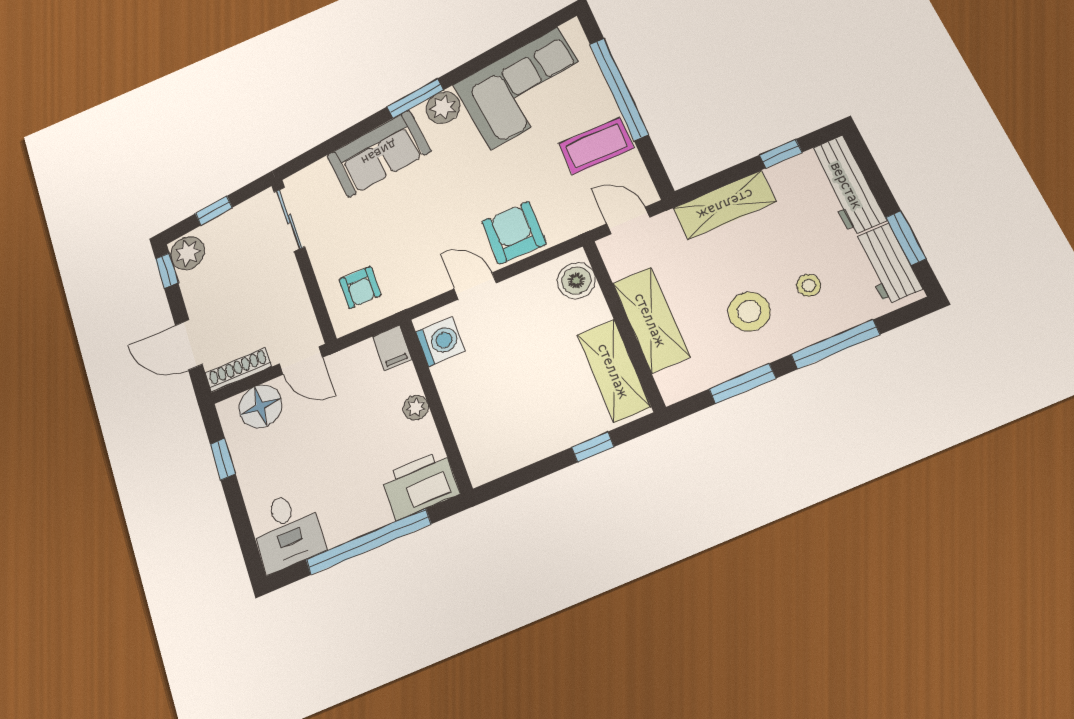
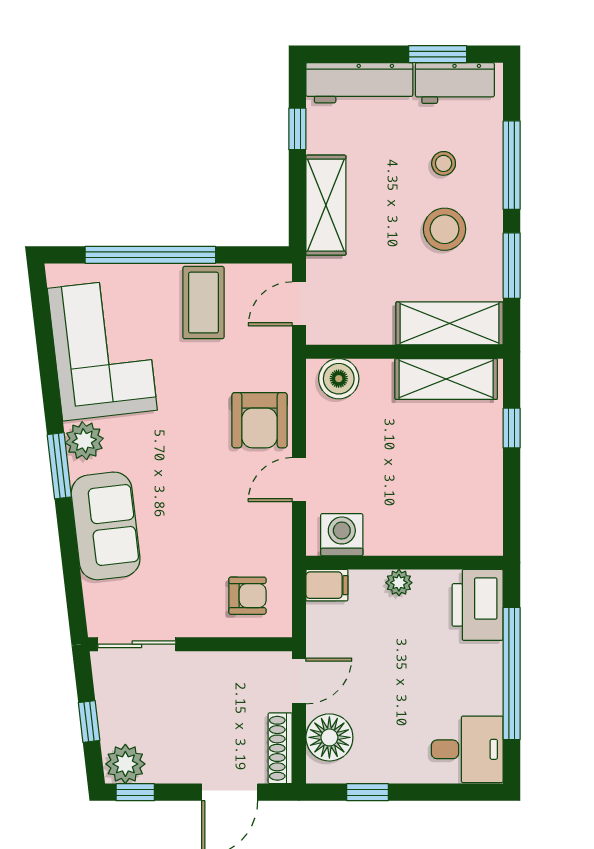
armchair: (514, 233) -> (260, 420), turned -90
shelving: (651, 320) -> (449, 323), moved

